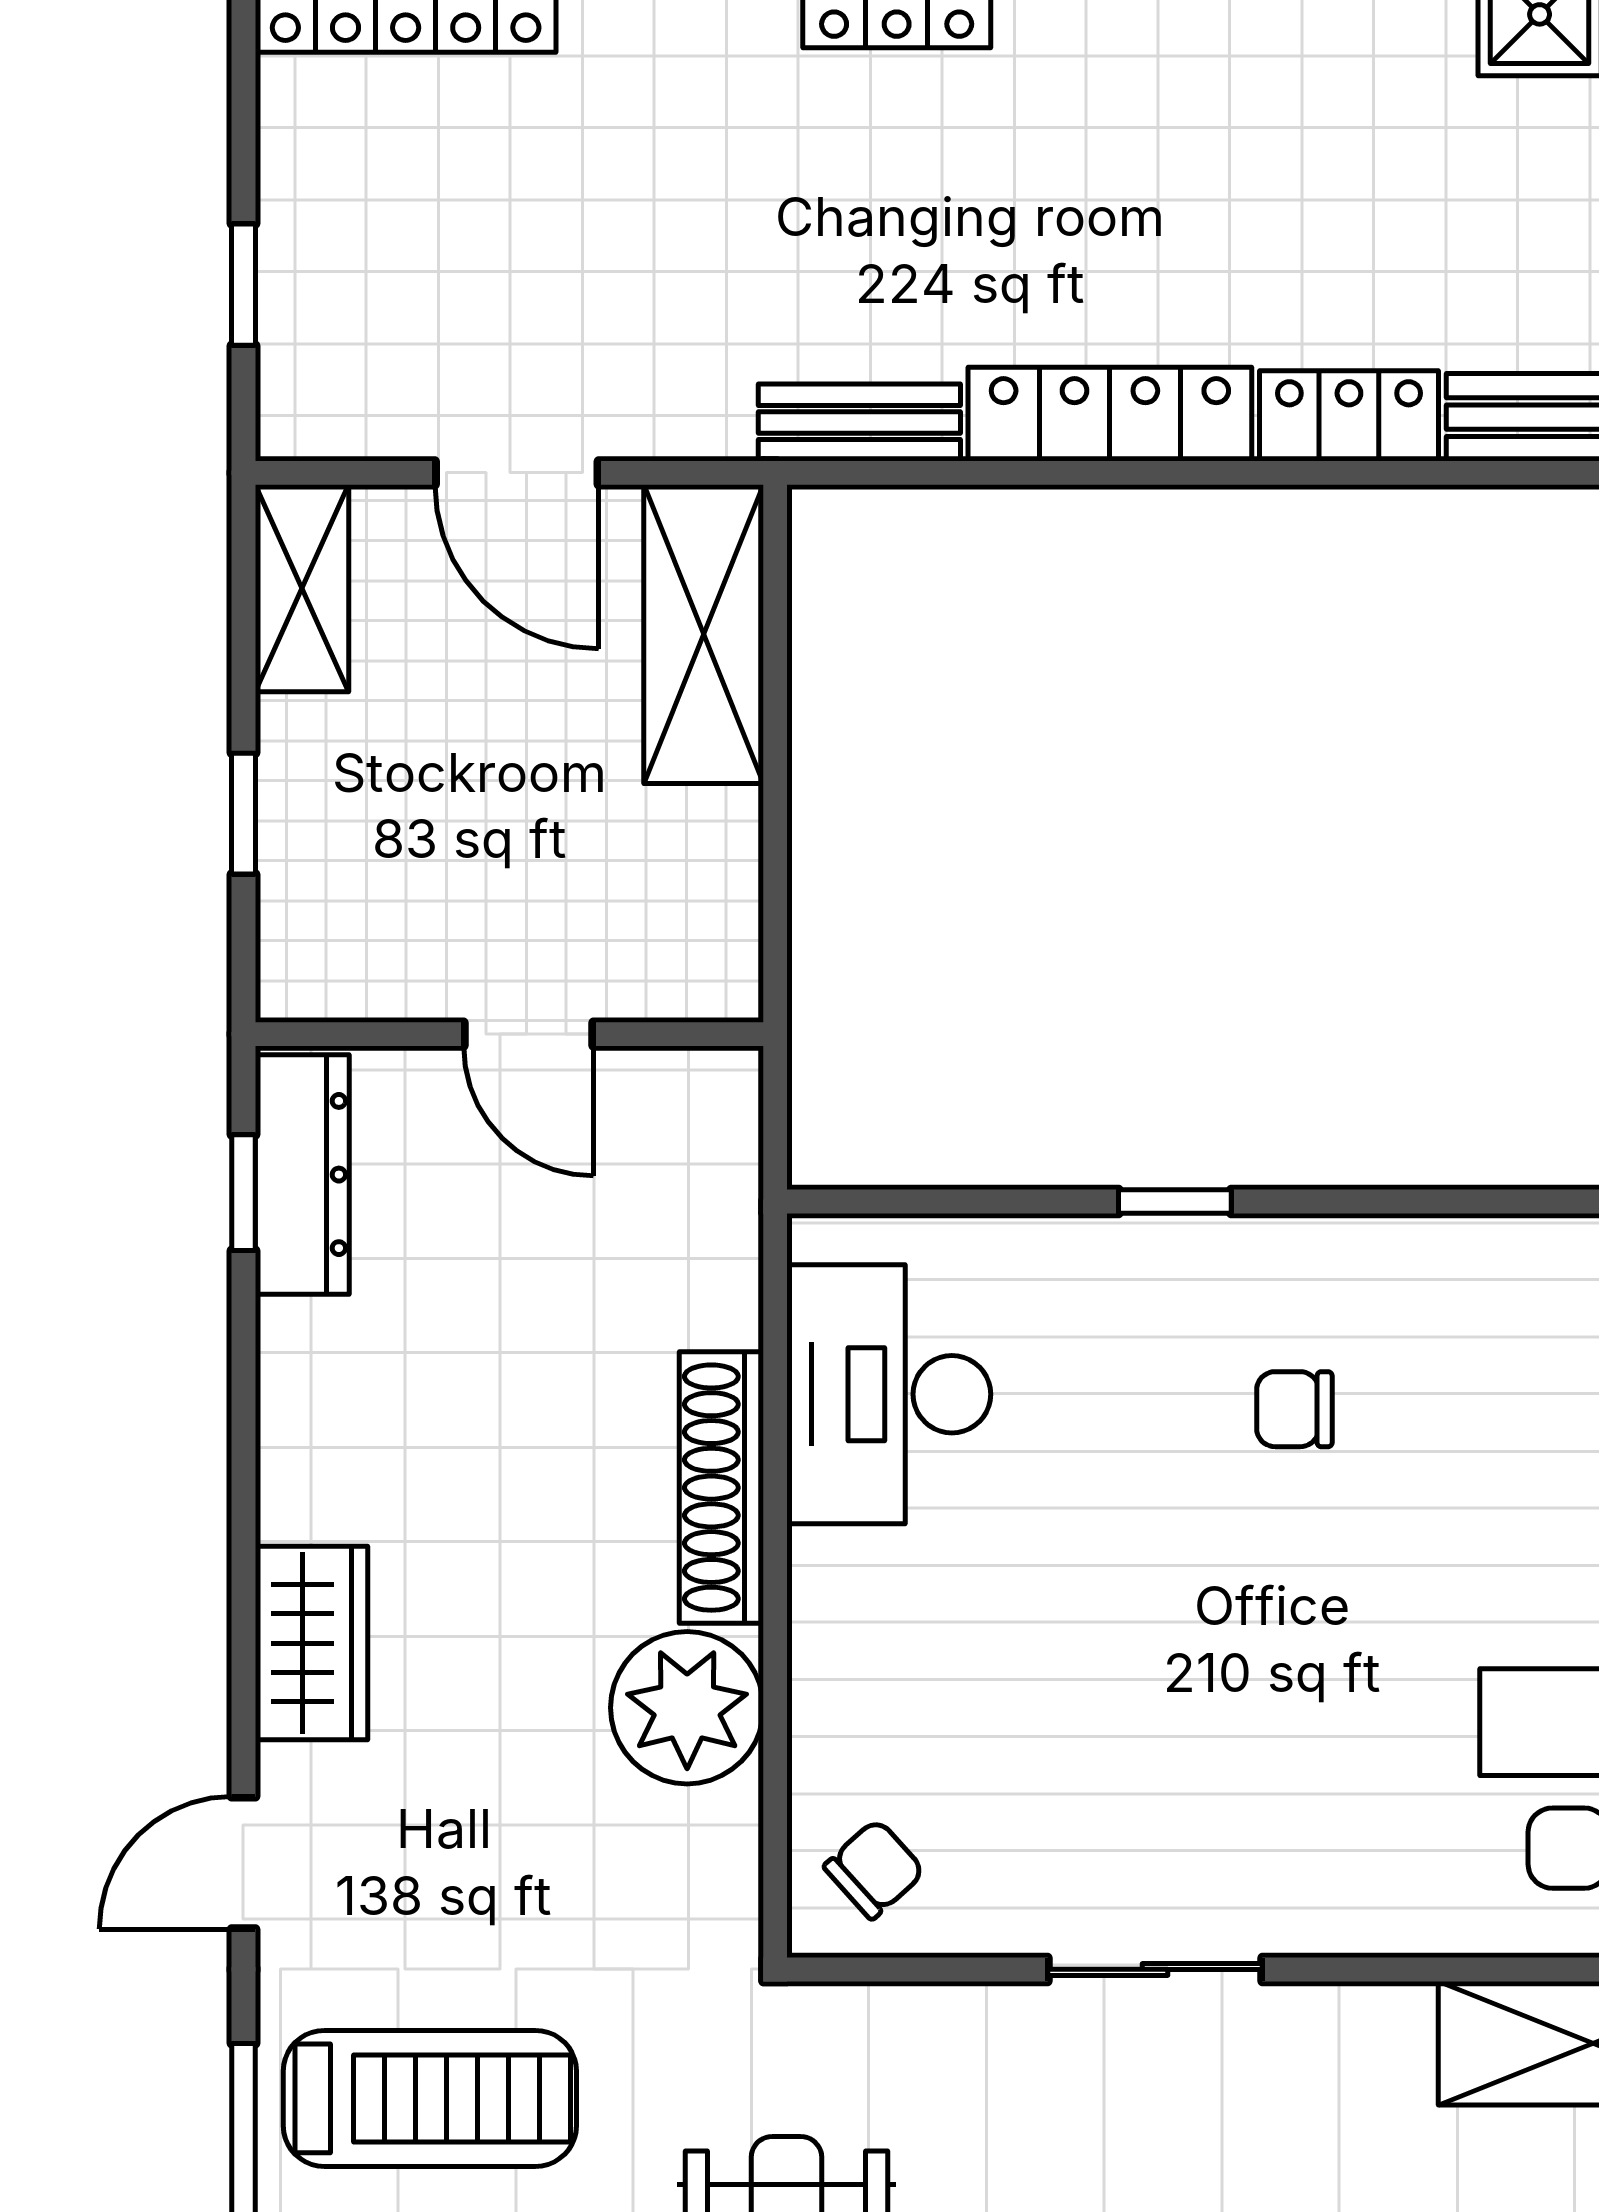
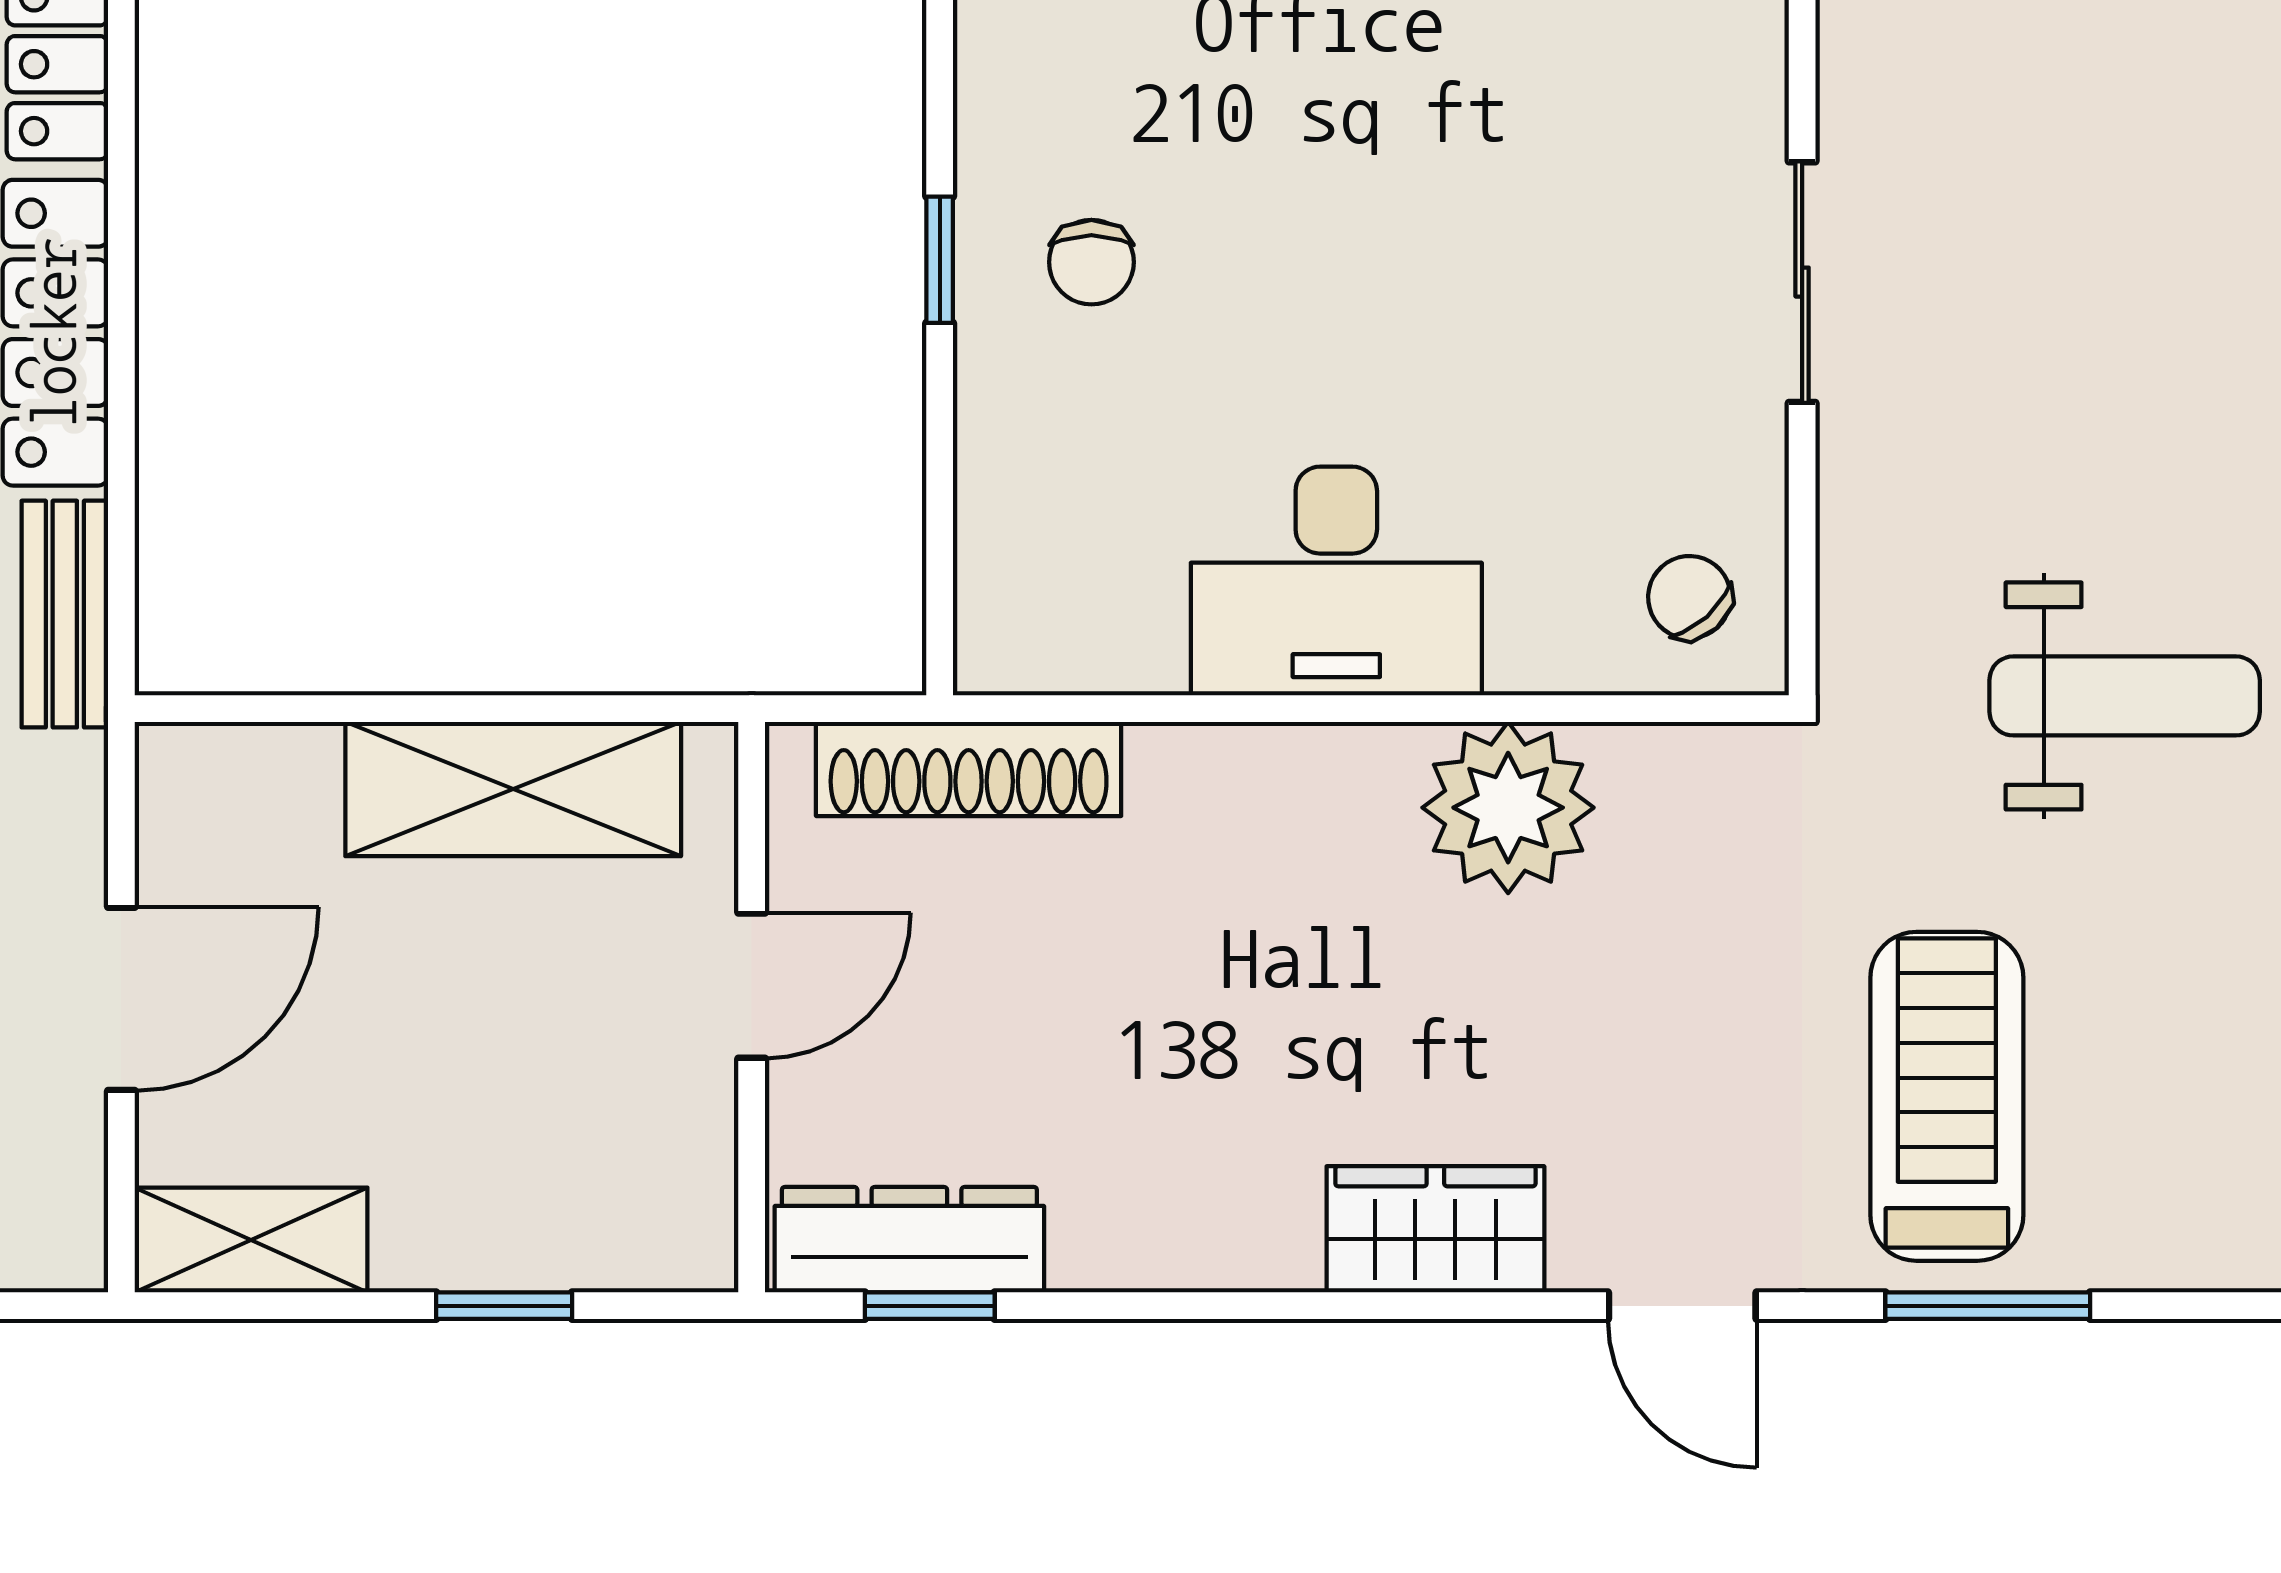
shelving: (704, 634) -> (513, 789), moved
desk: (889, 1394) -> (1336, 581), moved
chair: (1294, 1409) -> (1091, 262), moved
shoe rack: (721, 1488) -> (969, 769), moved

